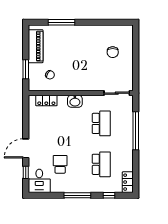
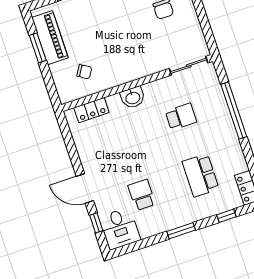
window: (26, 69) -> (38, 48), moved
school desk: (101, 123) -> (181, 117), width x0.54
door: (26, 148) -> (85, 189), hinge flipped
school desk: (101, 164) -> (201, 175), turned 180
window: (77, 195) -> (181, 231), width x0.69

